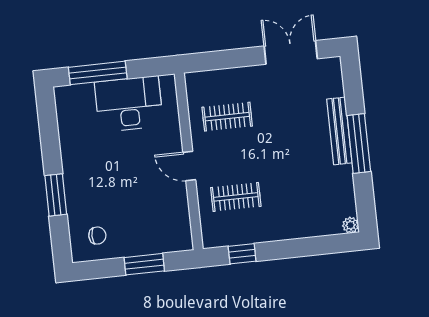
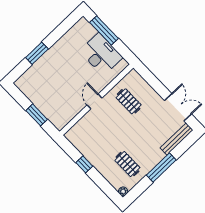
bench: (339, 131) -> (177, 139), moved
clothes rail: (236, 197) -> (127, 164), moved
chair: (97, 236) -> (33, 85), removed
window: (242, 254) -> (84, 164), moved

